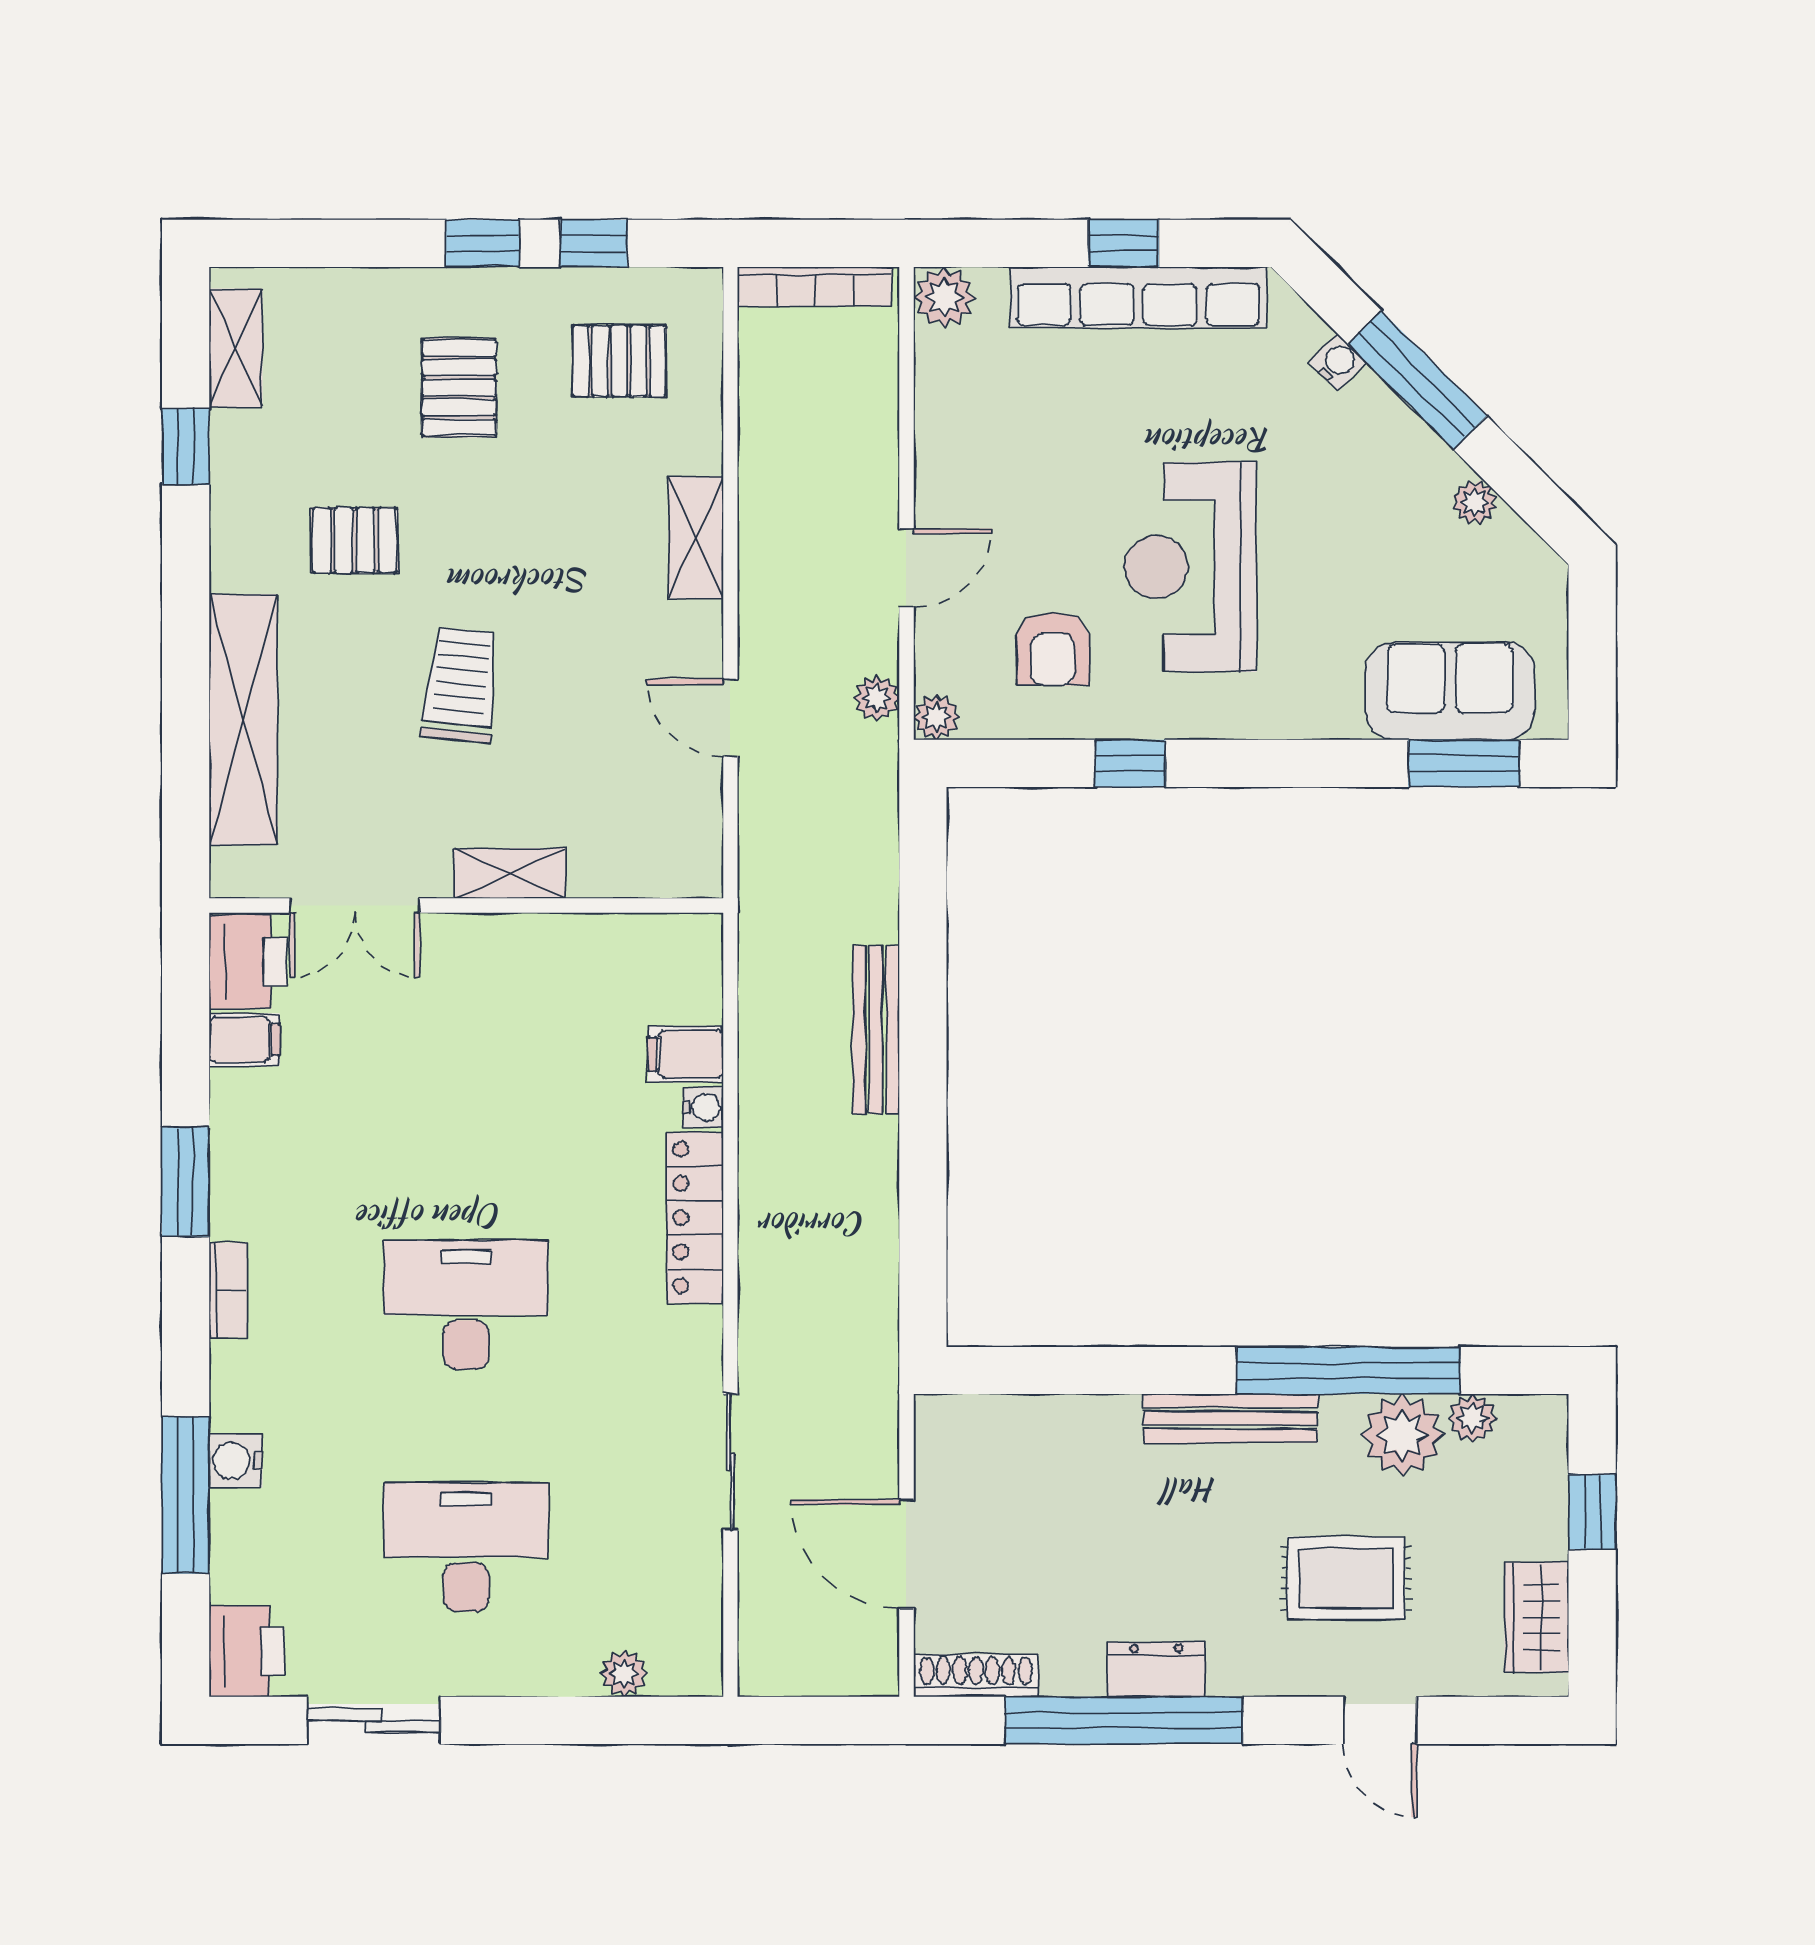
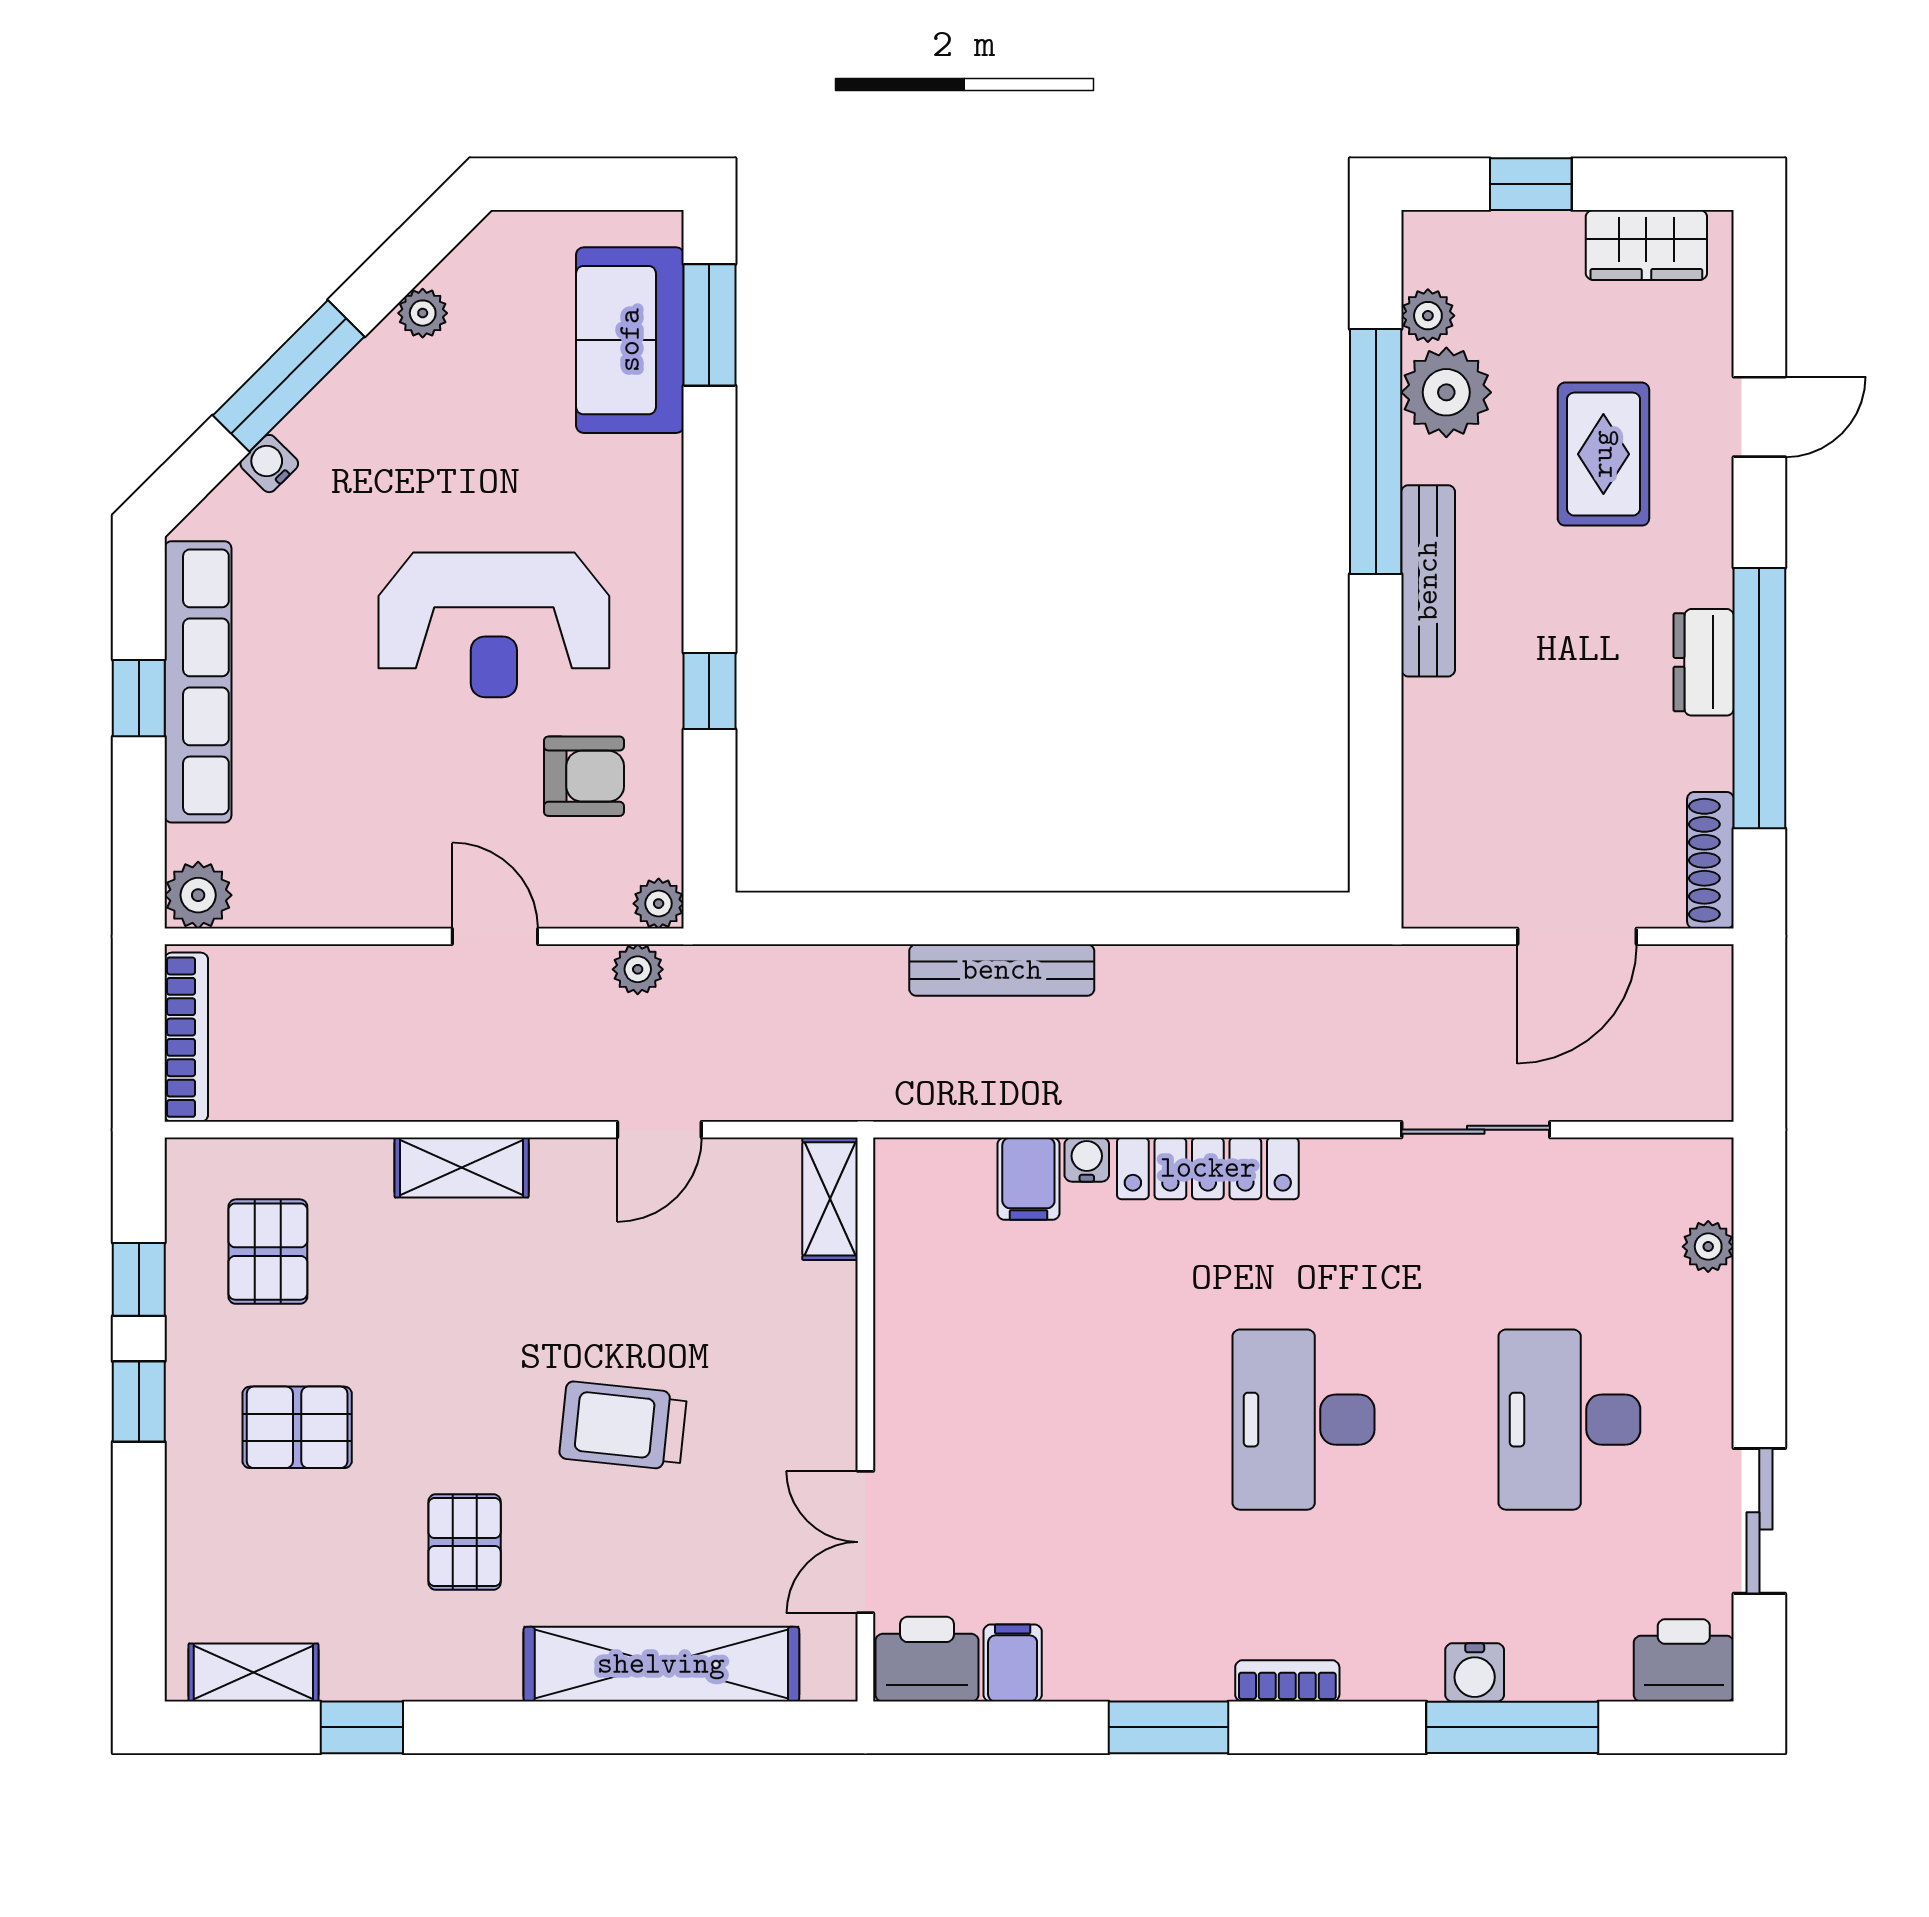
shelving: (510, 873) -> (830, 1199), moved
double door: (355, 906) -> (865, 1542), swing flipped

